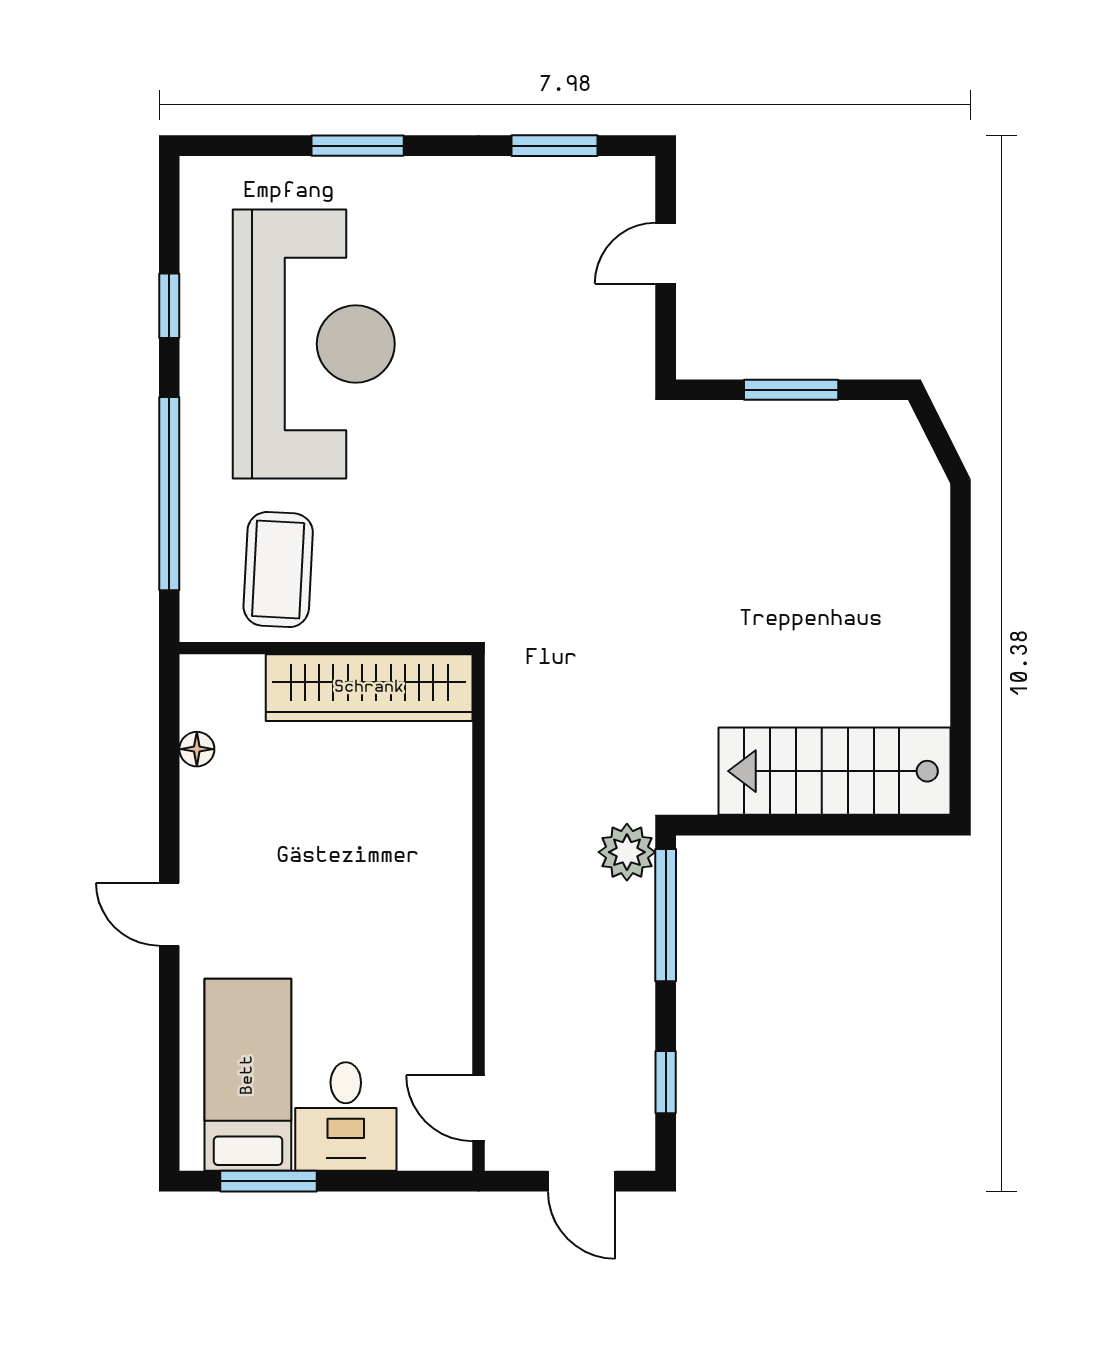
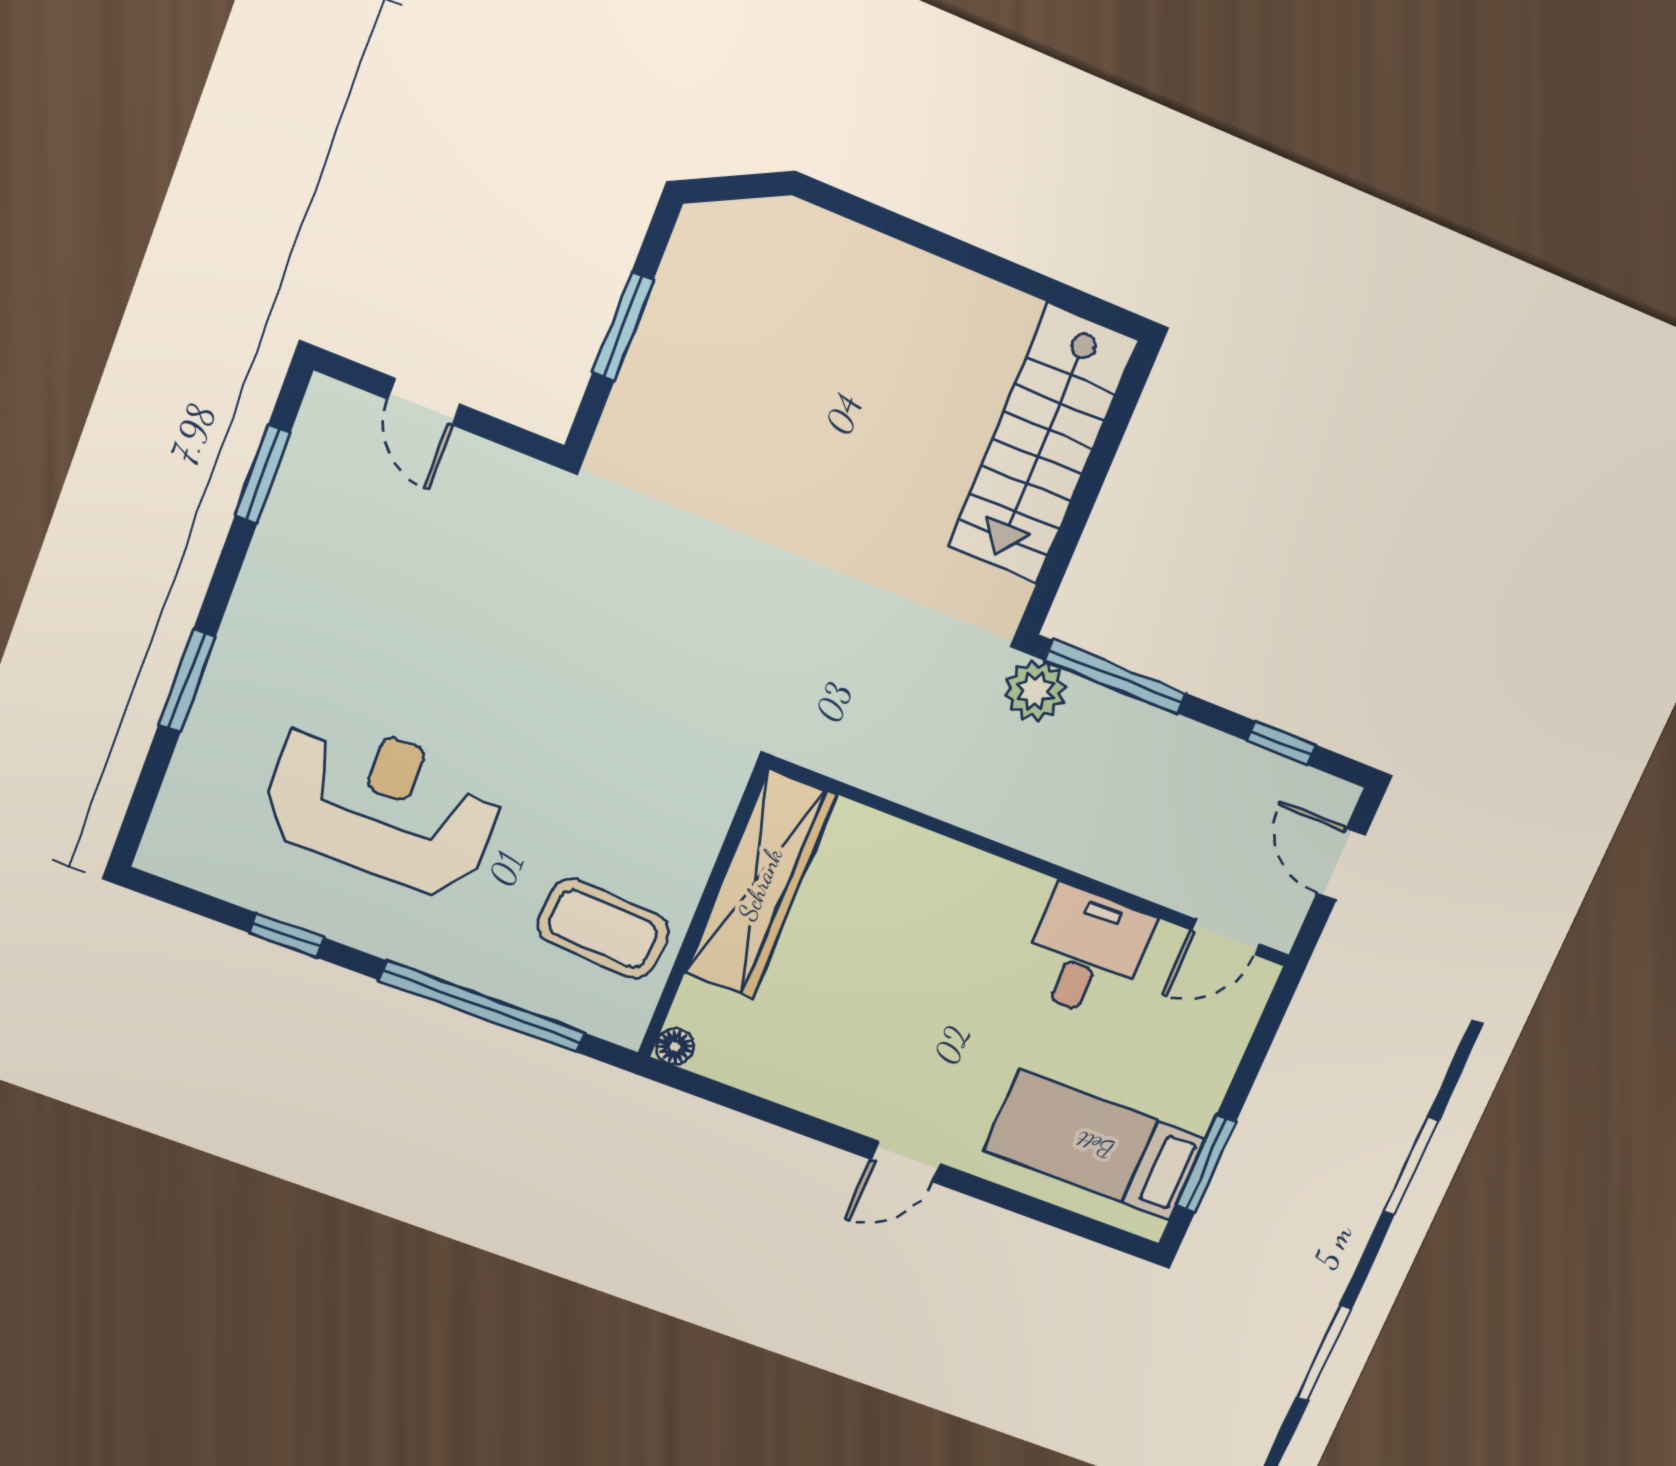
reception desk: (314, 344) -> (382, 805), width x0.74, depth x0.77
floor lamp: (197, 749) -> (675, 1046), moved
desk: (346, 1116) -> (1086, 952), moved, turned -90
door: (582, 1181) -> (1341, 864), swing flipped

